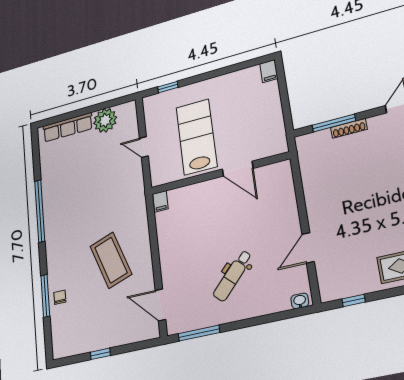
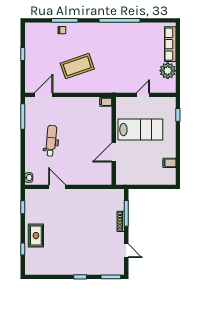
filing cabinet: (269, 71) -> (169, 163), moved
dental chair: (233, 276) -> (51, 141), turned 52

